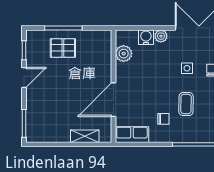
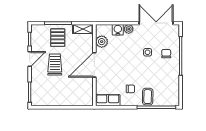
pallet: (63, 48) -> (58, 38), turned 90
trolley: (59, 85) -> (55, 64), added
door: (113, 100) -> (94, 65), moved
coffee table: (186, 104) -> (148, 97), moved
shelving: (85, 136) -> (83, 29), moved

